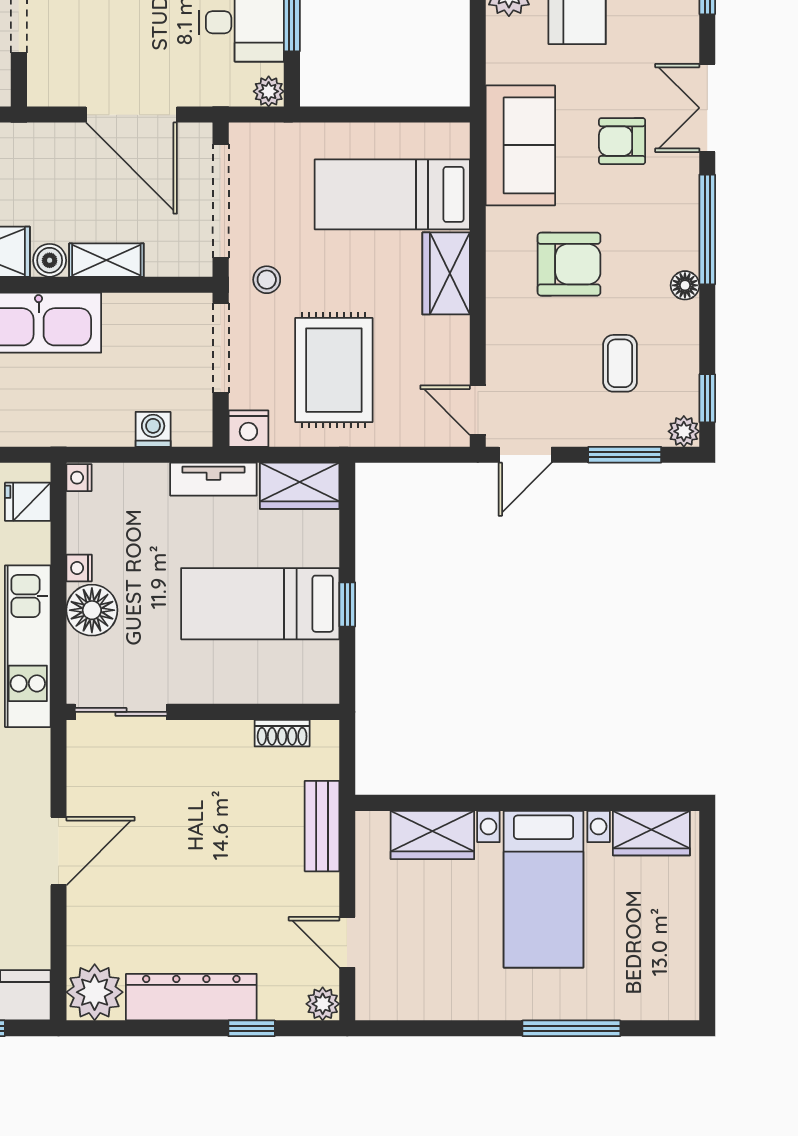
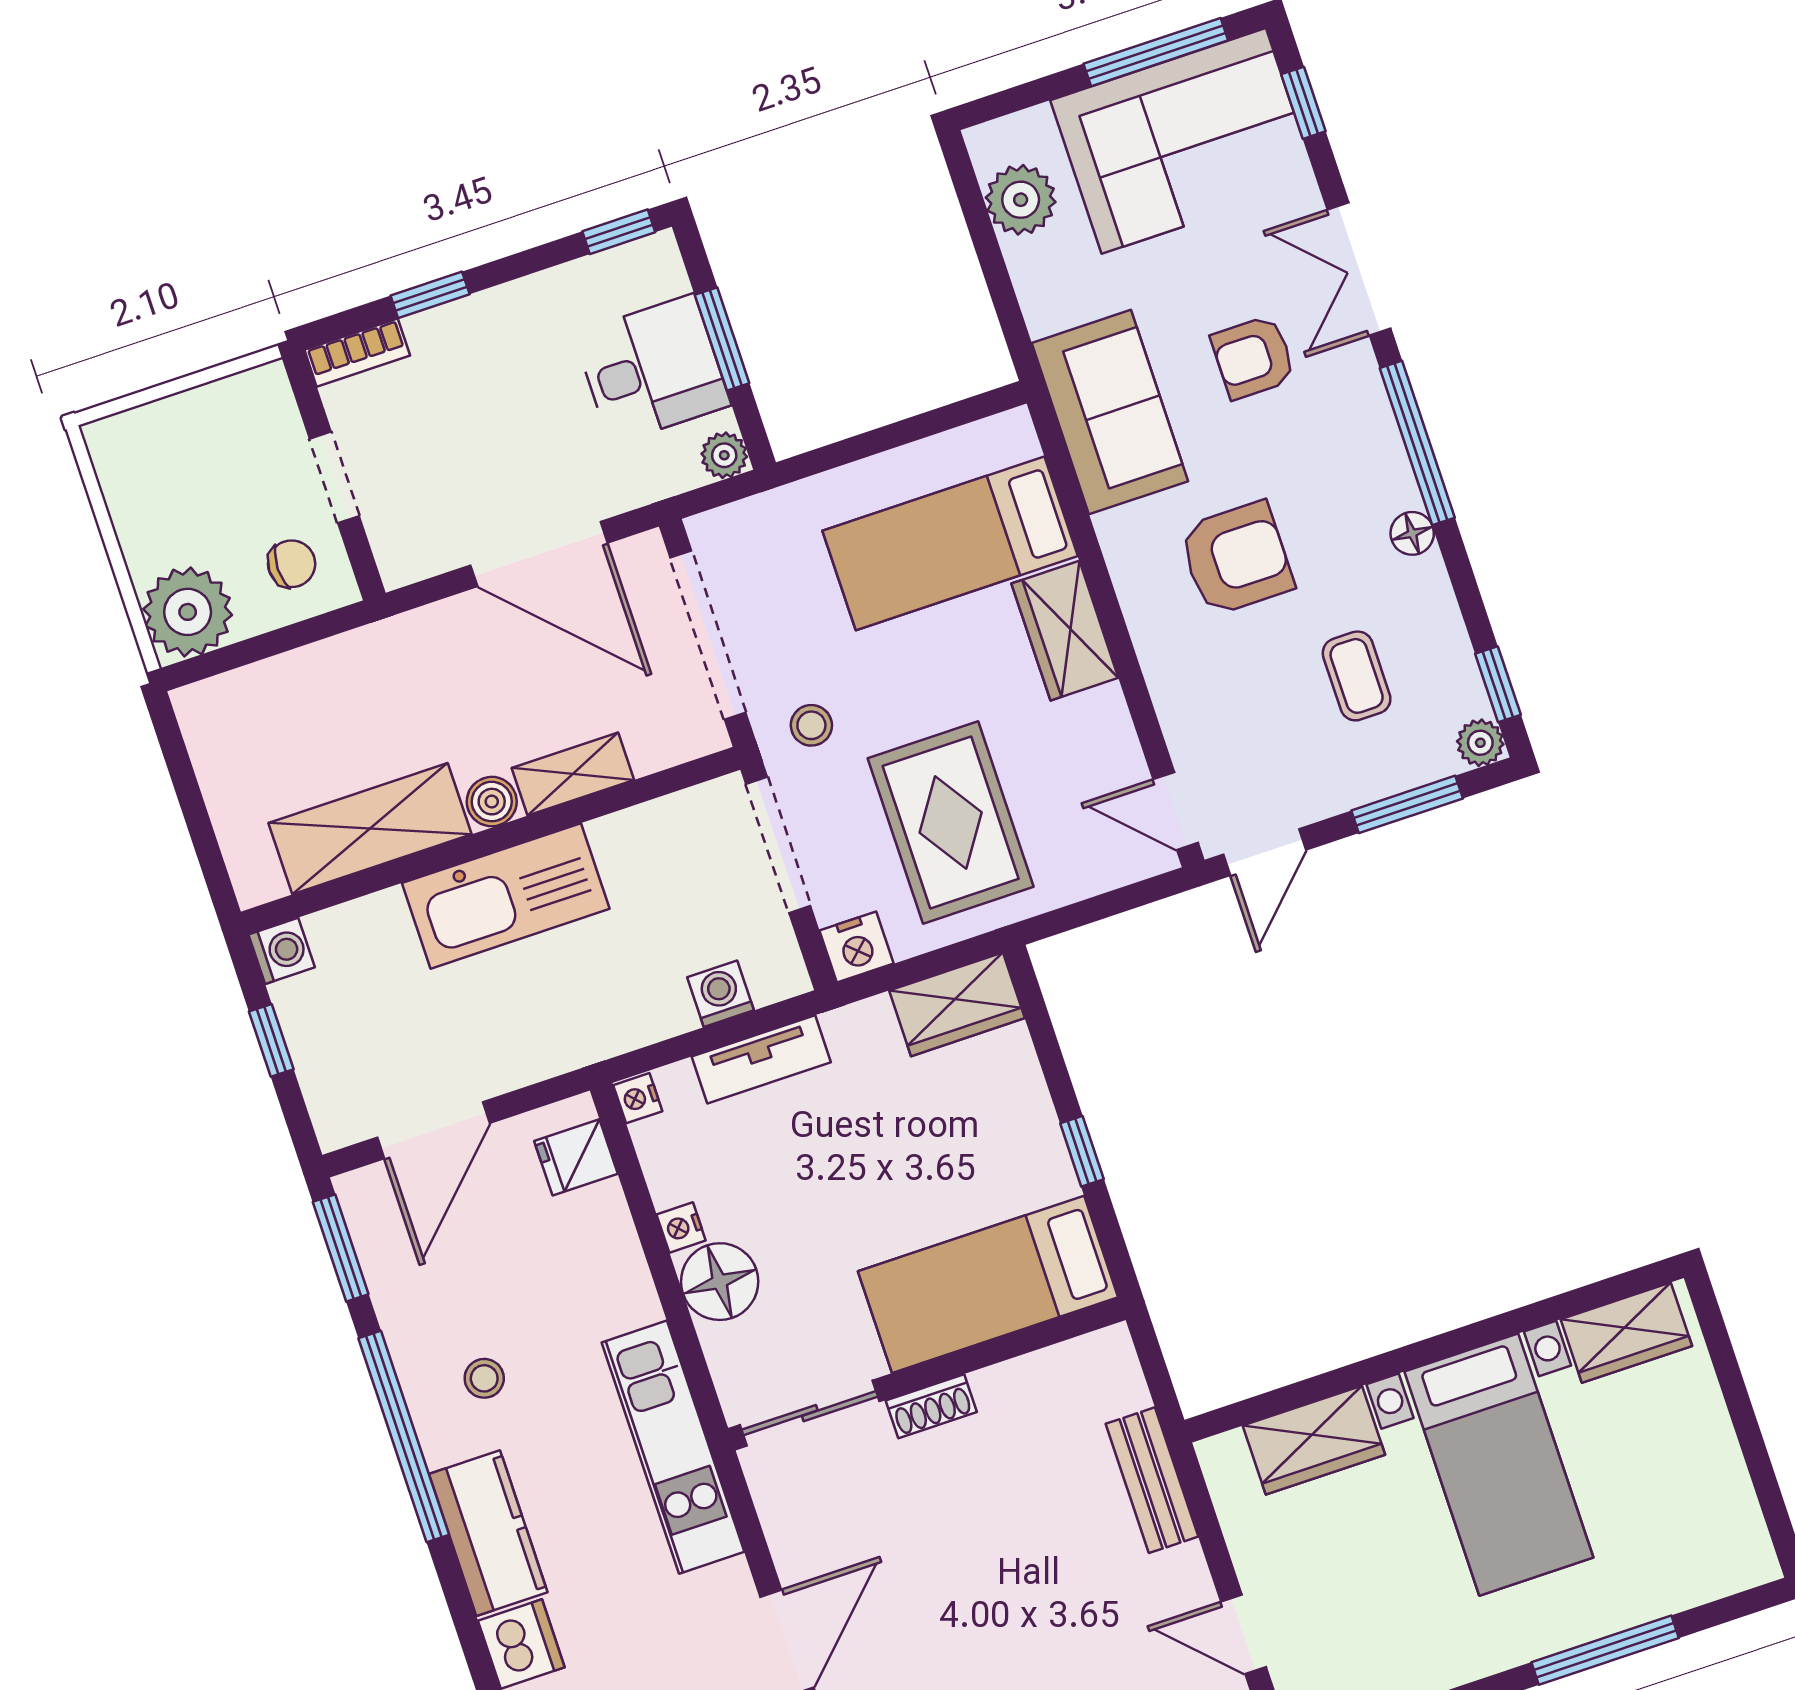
tv unit: (213, 479) -> (761, 1059), moved
bed: (260, 604) -> (988, 1284), moved
kitchen unit: (28, 646) -> (673, 1447), moved
shoe rack: (282, 733) -> (931, 1406), moved

